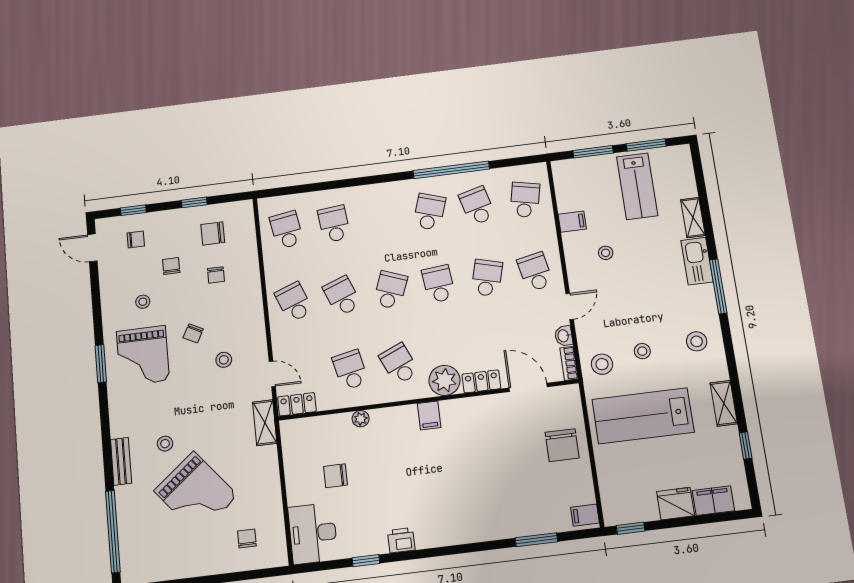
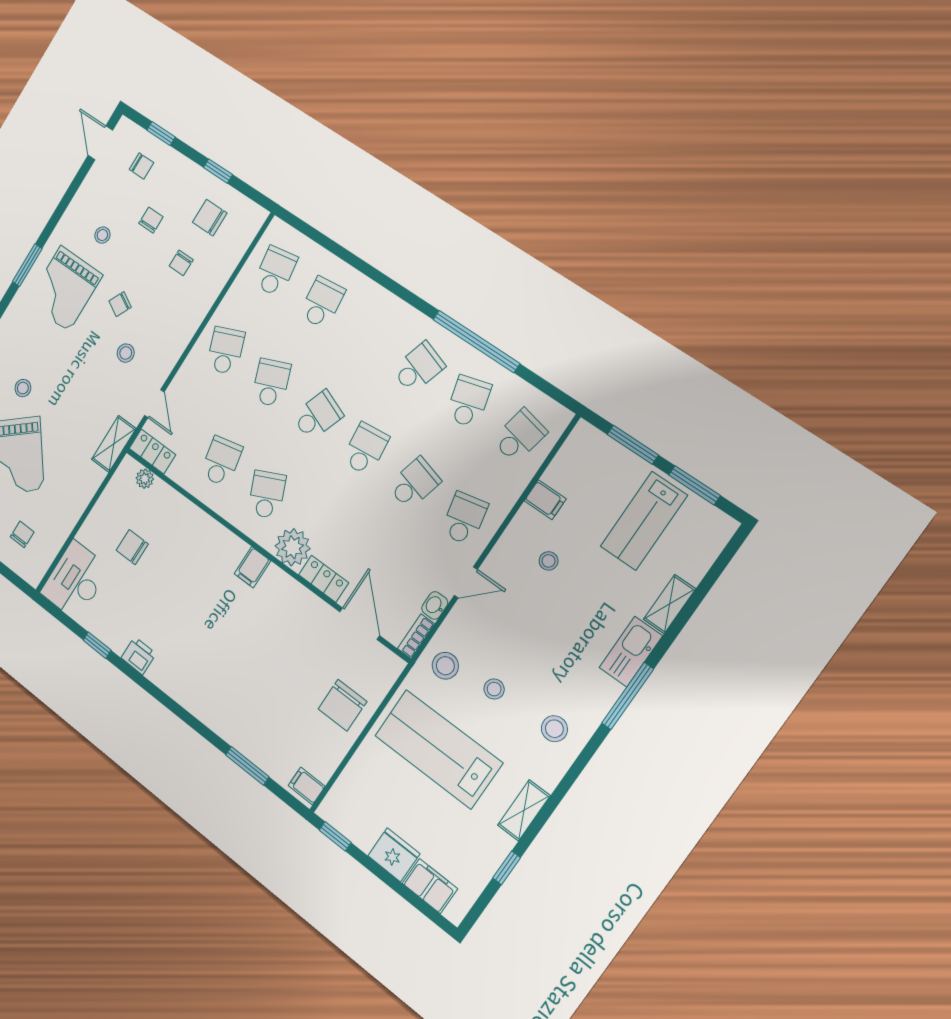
plant: (361, 419) -> (145, 479), moved

